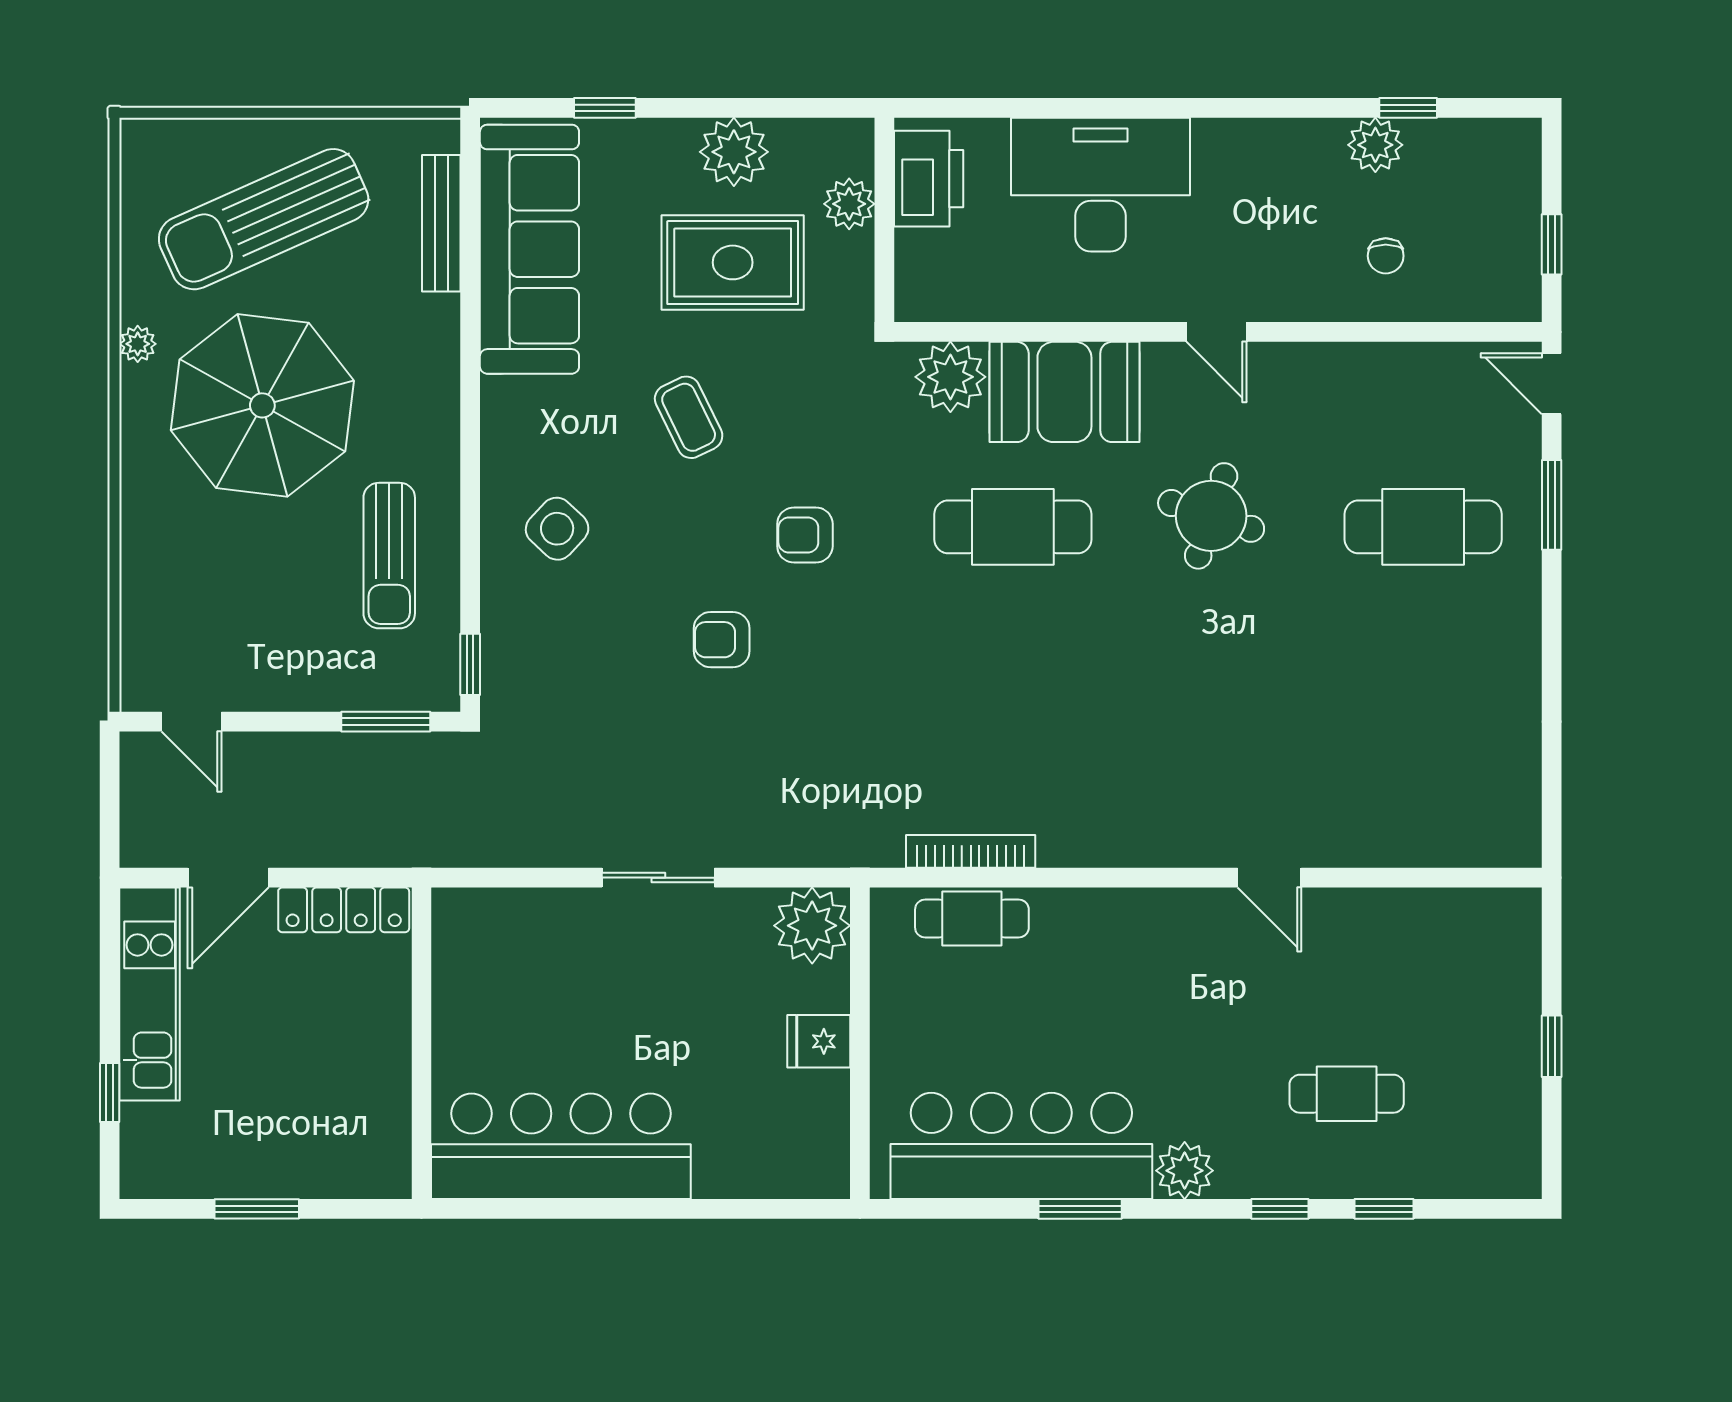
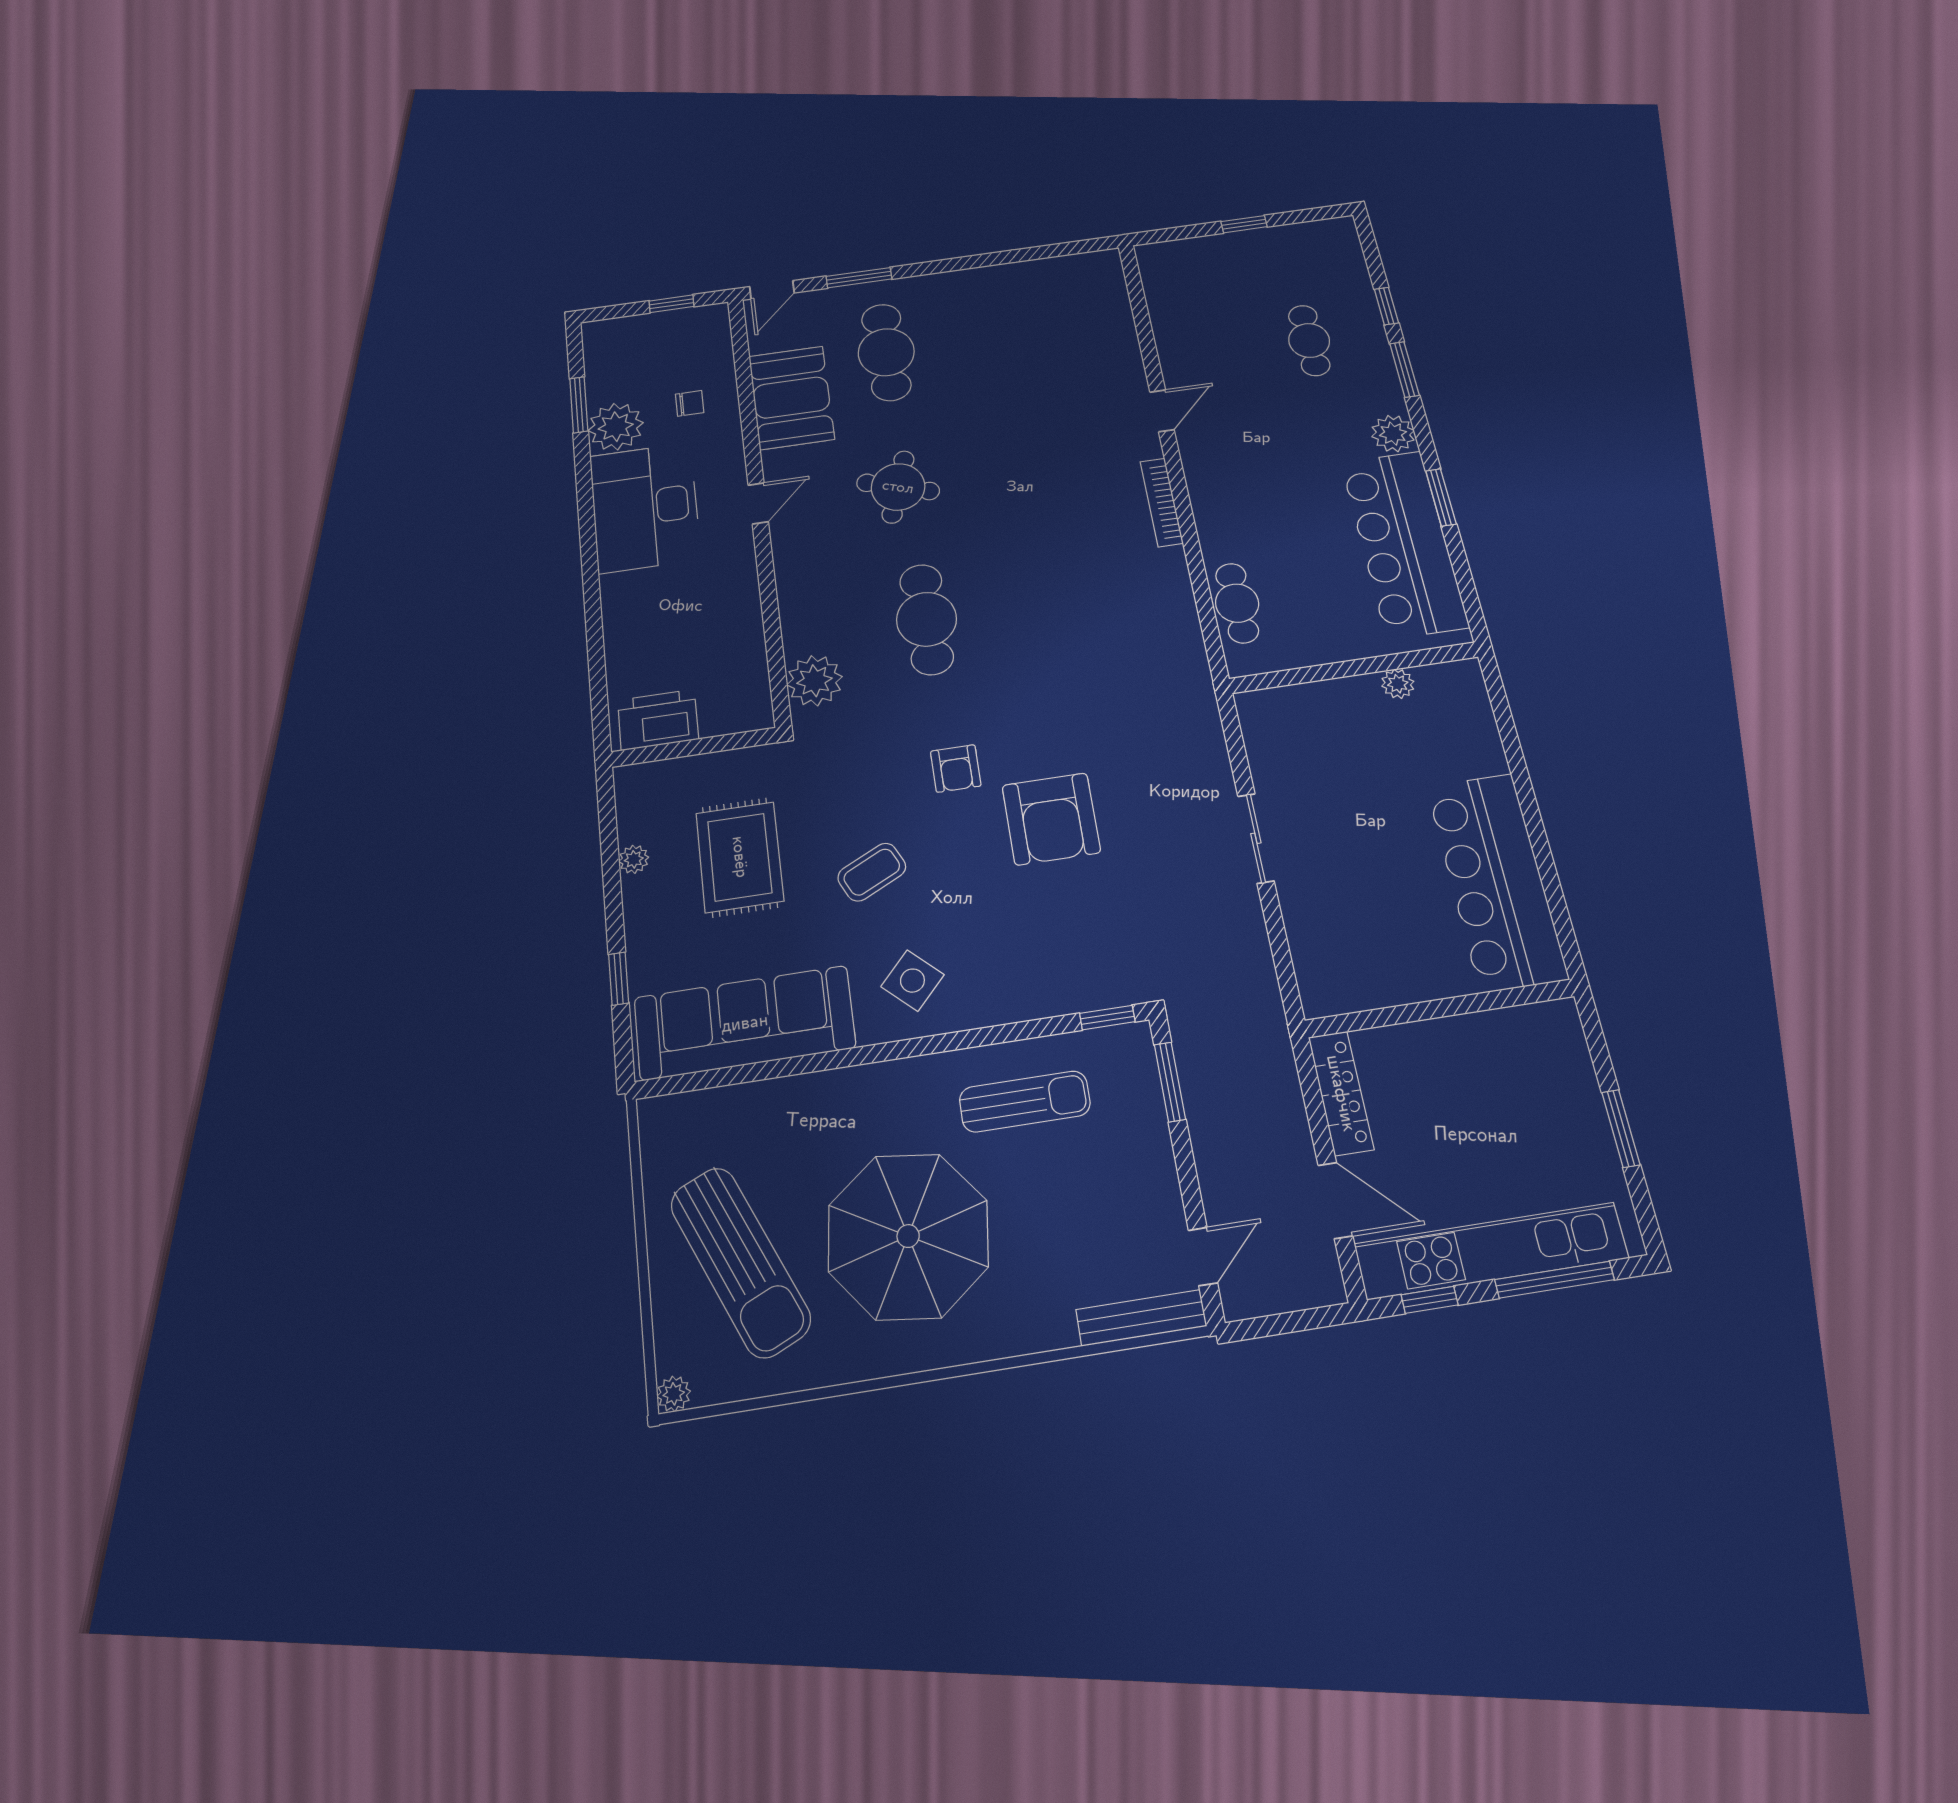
window: (1408, 108) -> (579, 405), width x1.50
plant: (1375, 145) -> (616, 427), width x1.36, depth x1.36
plant: (734, 152) -> (634, 859), width x0.53, depth x0.53
desk: (1101, 185) -> (645, 507), moved
plant: (849, 204) -> (683, 775), removed
bench: (441, 223) -> (1141, 1318), moved
plant: (138, 344) -> (674, 1394), moved
booth: (1064, 392) -> (791, 398), moved
side table: (557, 529) -> (912, 981), moved
armchair: (722, 640) -> (1051, 819), width x1.88, depth x1.88
bookcase: (971, 851) -> (1162, 502), moved
plant: (812, 926) -> (1398, 684), moved, width x0.53, depth x0.53
window: (110, 955) -> (1430, 1300), added
kitchen unit: (150, 994) -> (1491, 1251), width x1.36
fridge: (819, 1041) -> (1360, 698), removed
window: (110, 1093) -> (1554, 1280), width x2.17
window: (1280, 1209) -> (1404, 369), width x1.50

